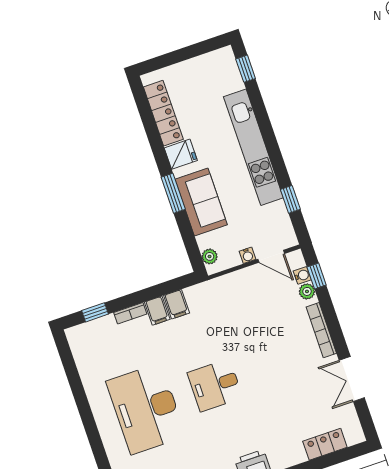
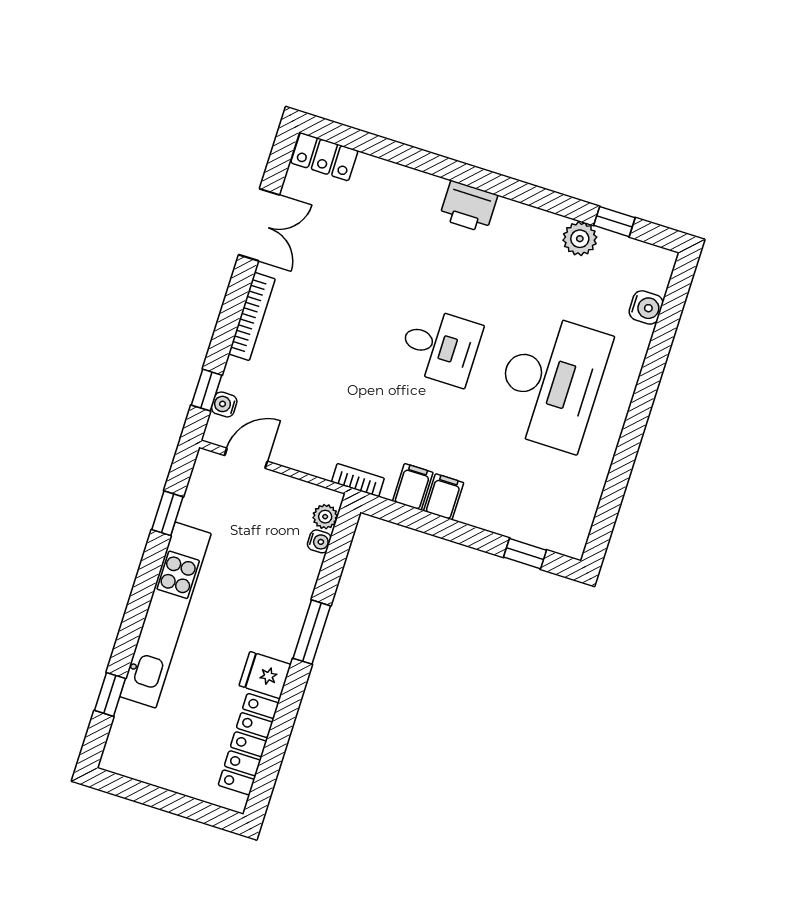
window: (246, 69) -> (110, 694), moved
sofa: (201, 202) -> (284, 594), removed
water cooler: (248, 255) -> (319, 541), moved, turned 90
door: (271, 256) -> (246, 458), hinge flipped
plant: (307, 291) -> (233, 379), removed
bookcase: (130, 313) -> (358, 480), moved
locker: (325, 444) -> (324, 157), moved

